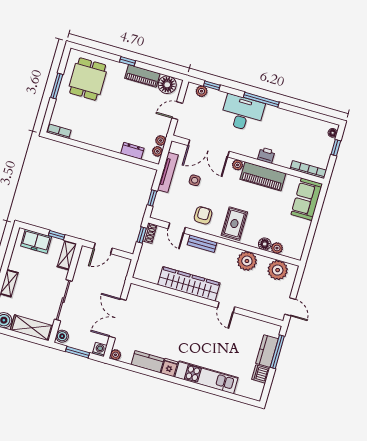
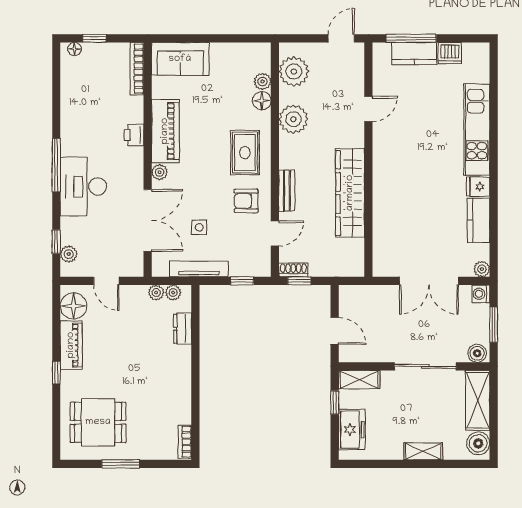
rug: (234, 224) -> (245, 153), turned 90
door: (226, 307) -> (368, 109), moved

